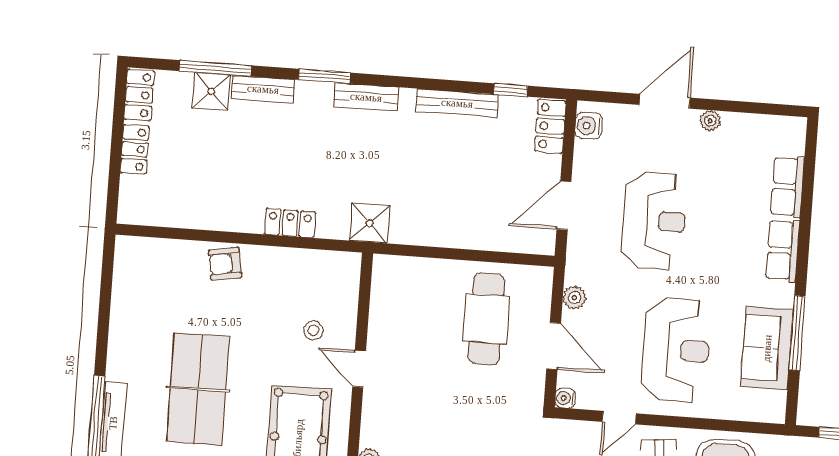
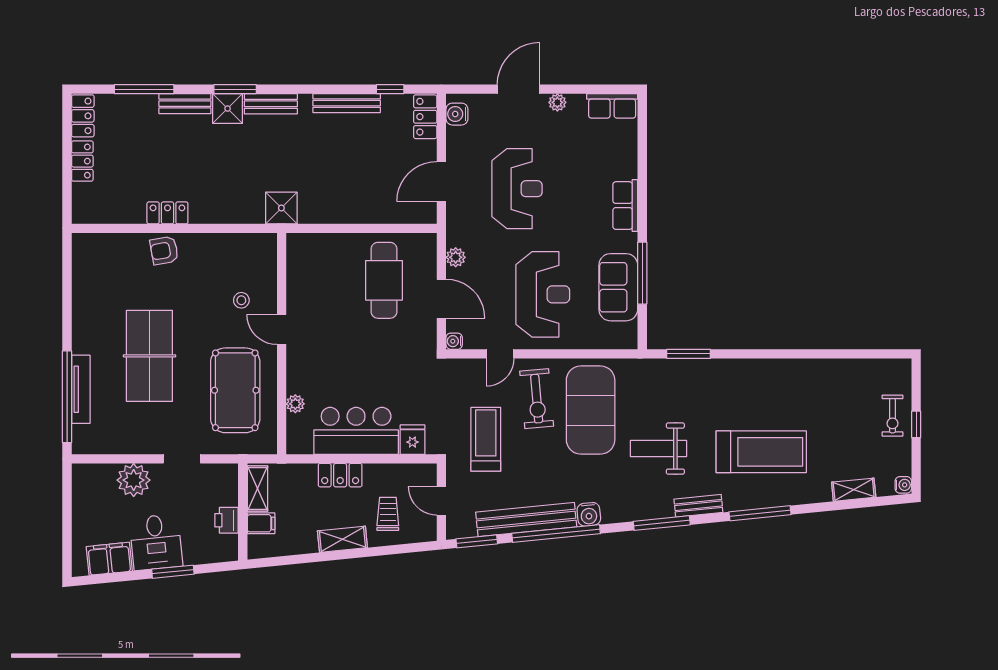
shower: (211, 91) -> (228, 109), moved
row of seats: (788, 187) -> (612, 106), moved, turned -90
locker: (290, 223) -> (167, 213), moved

